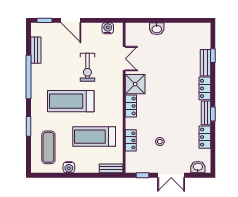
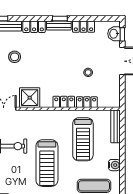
stool: (175, 69) -> (15, 57), added
locker: (131, 106) -> (64, 102), moved
bench: (111, 168) -> (115, 126), width x1.36
window: (142, 175) -> (122, 34), moved

